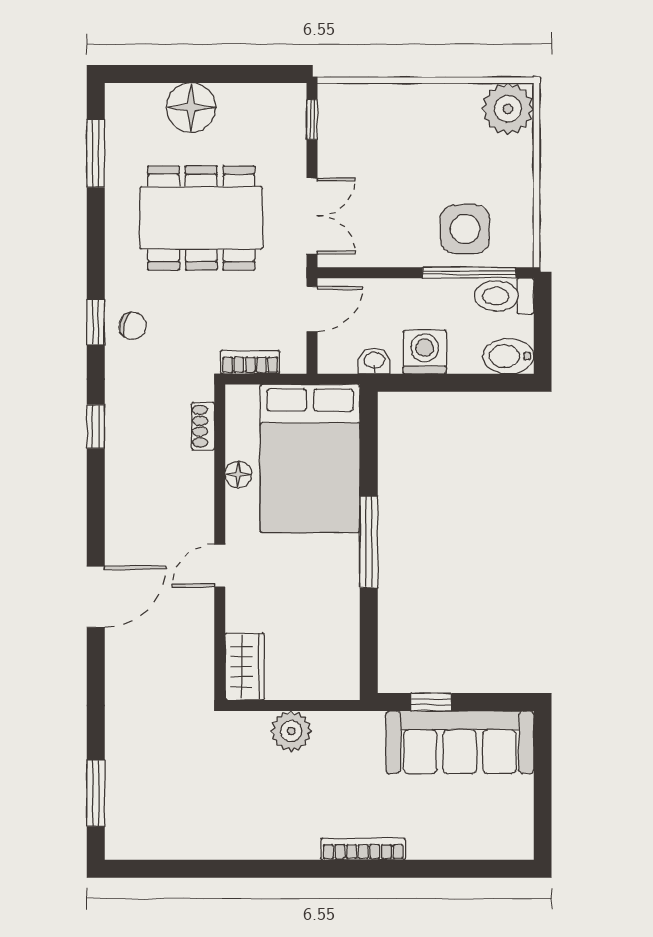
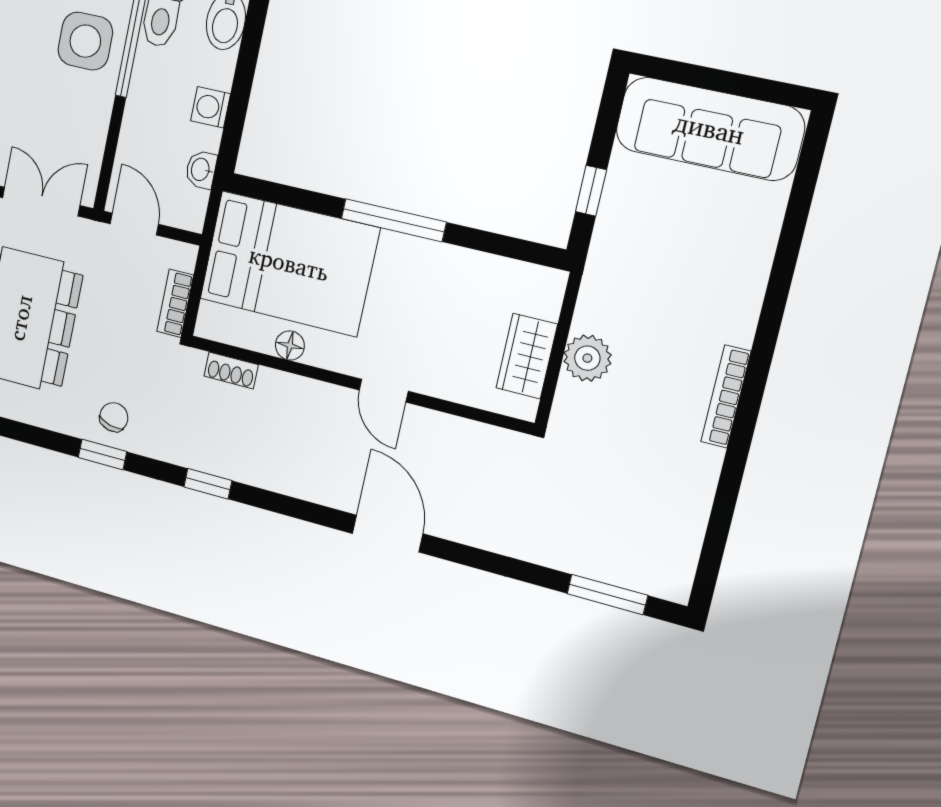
washing machine: (425, 352) -> (210, 107), width x0.73, depth x0.73
wardrobe: (245, 667) -> (527, 356), moved, turned -90
sofa: (460, 742) -> (709, 129), moved, turned 90
bookcase: (363, 849) -> (726, 397), moved

